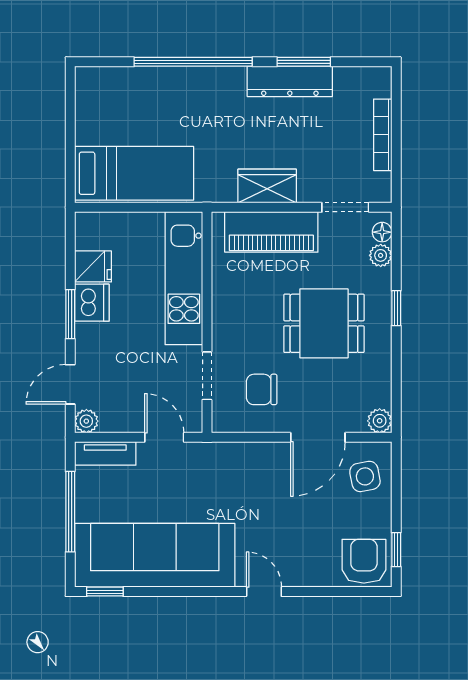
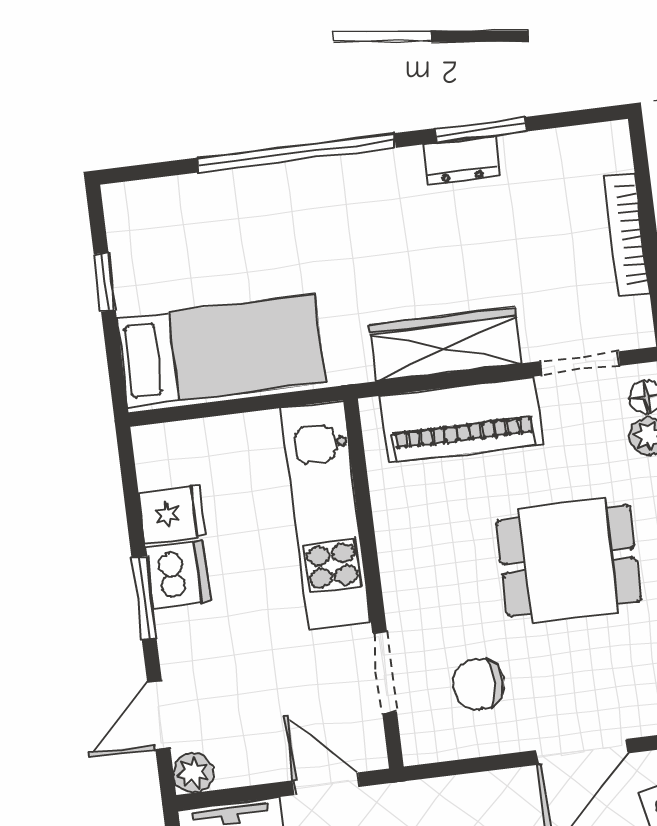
dresser: (290, 81) -> (461, 160), width x0.51, depth x0.80
window: (70, 124) -> (105, 282), added
wardrobe: (267, 186) -> (445, 344), width x1.50

